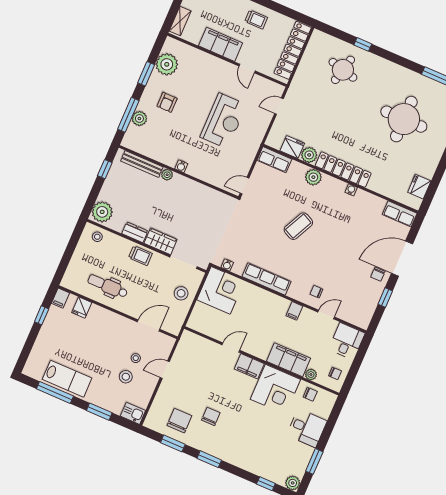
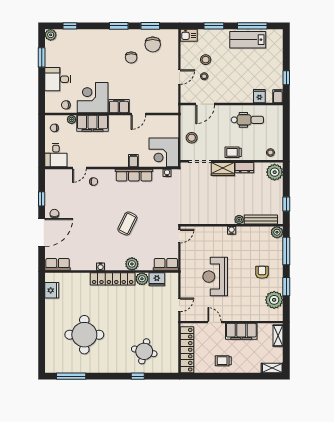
plant: (139, 119) -> (277, 232), moved
filing cabinet: (294, 311) -> (133, 161), moved

